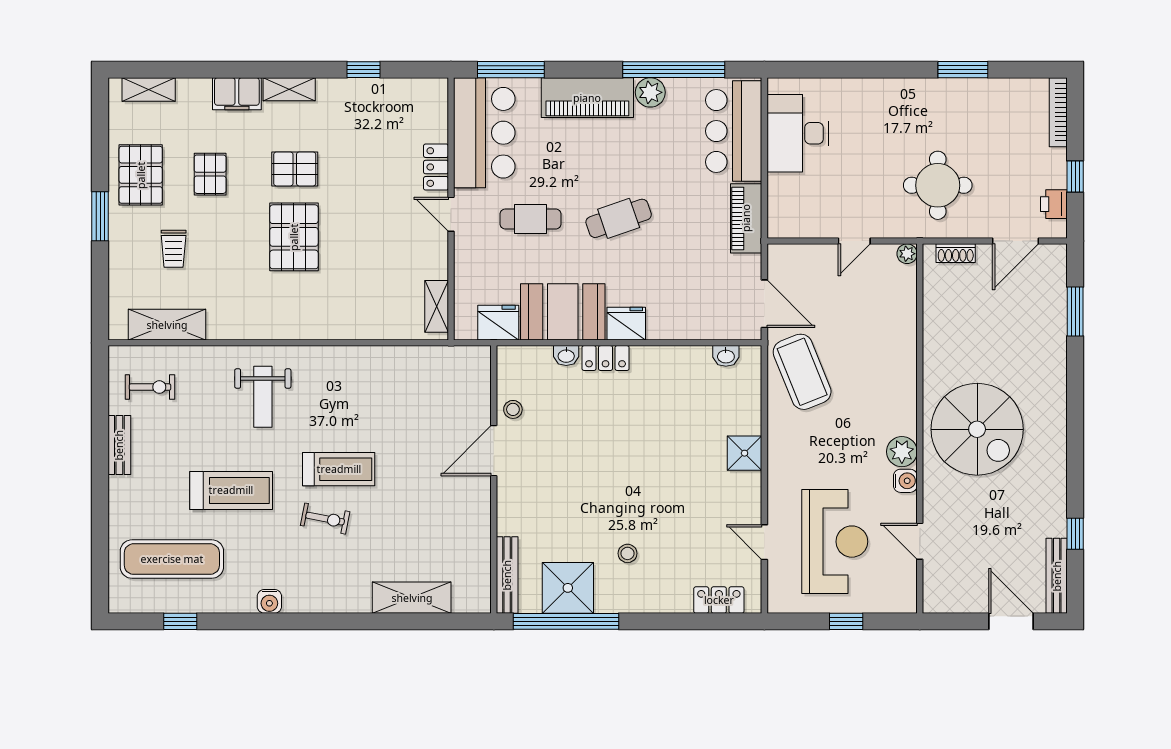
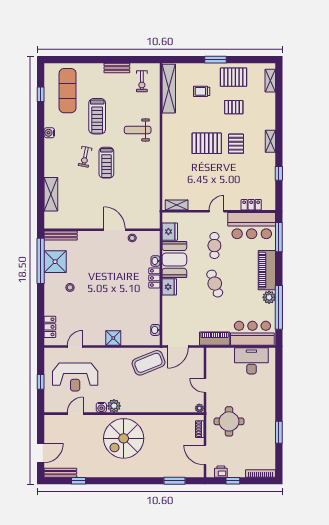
filing cabinet: (237, 94) -> (269, 119), removed
locker: (436, 167) -> (251, 205), moved
shelving: (167, 325) -> (169, 89), width x1.47

